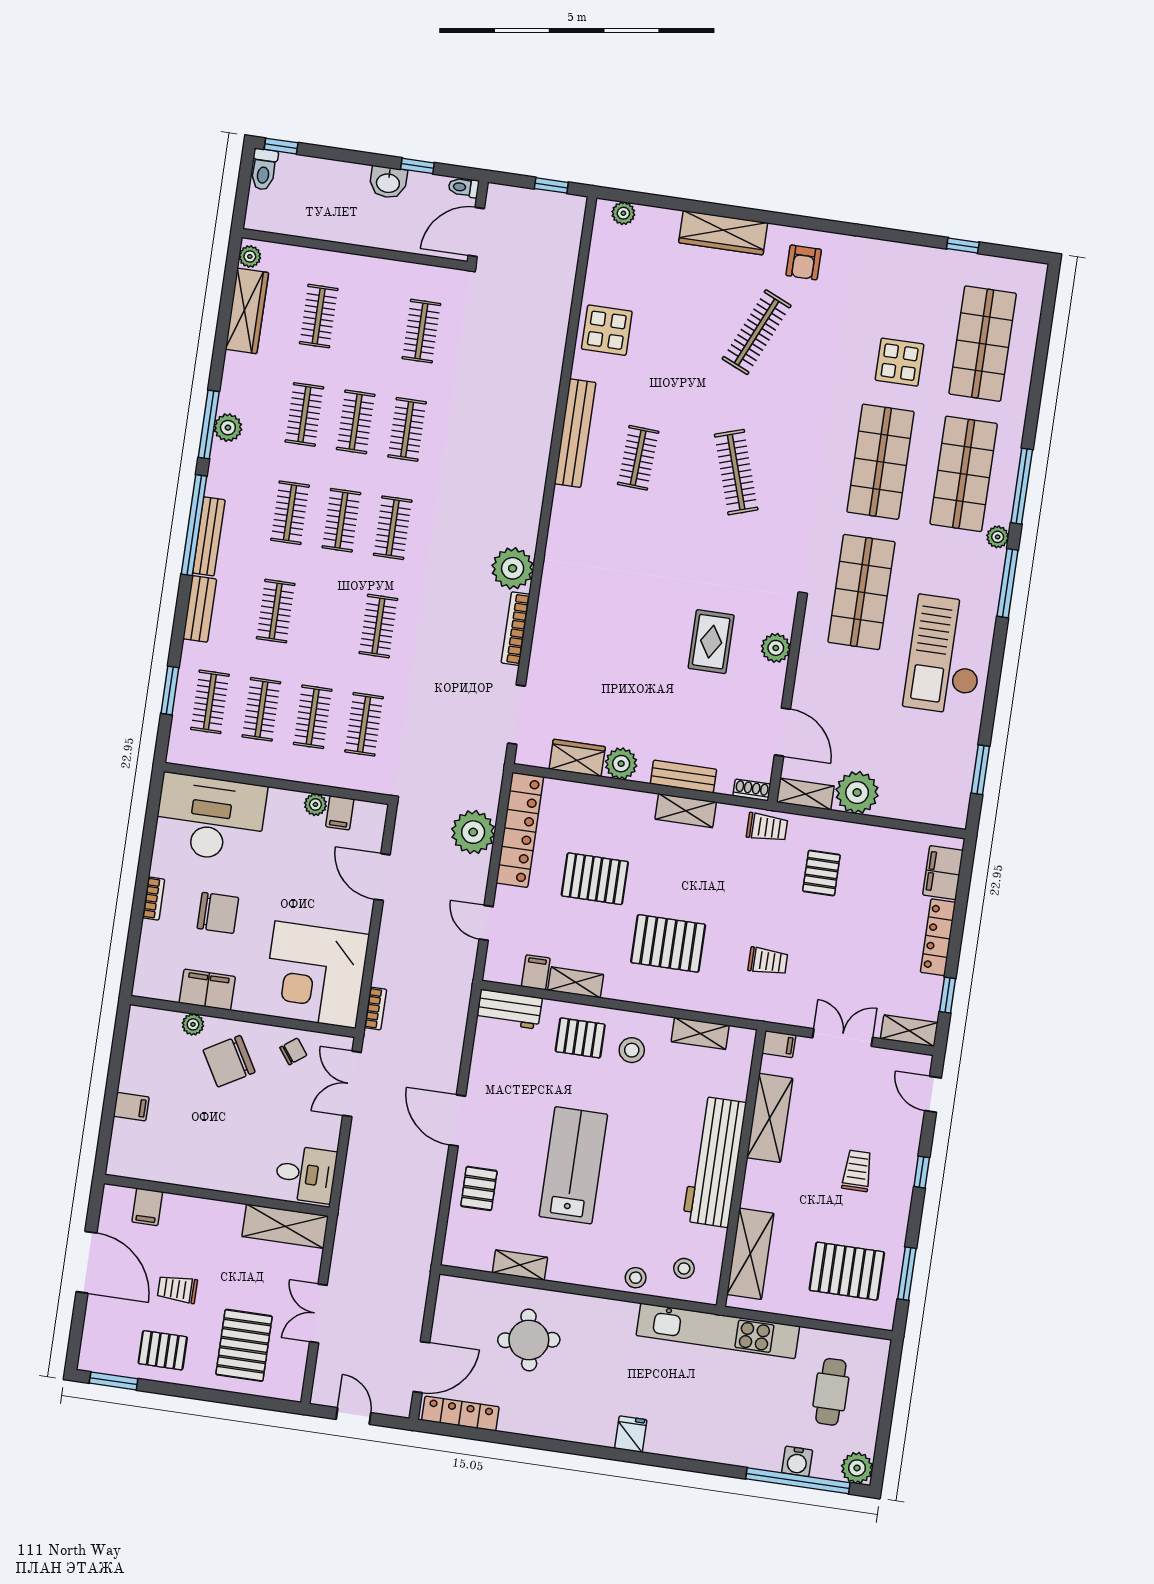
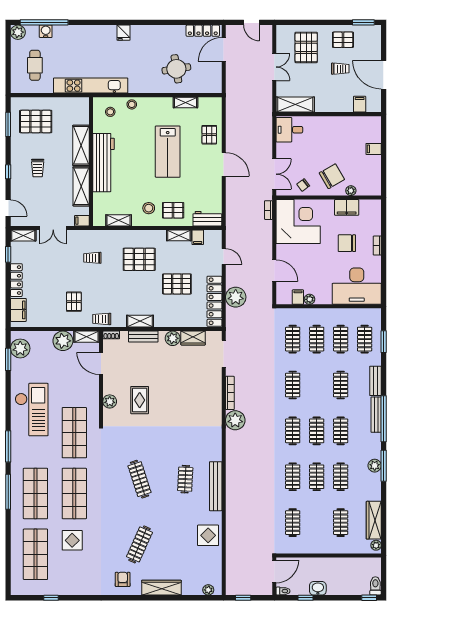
plant: (998, 537) -> (20, 348), moved, width x1.88, depth x1.88
shelving: (750, 1254) -> (81, 145), moved

